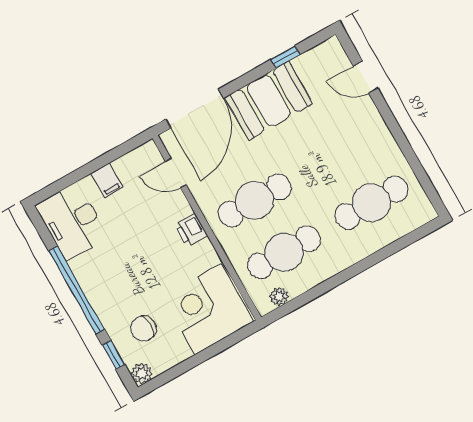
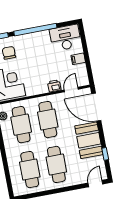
door: (366, 77) -> (95, 183), moved
cafe table: (342, 151) -> (56, 164), added
printer: (191, 230) -> (54, 86), moved

